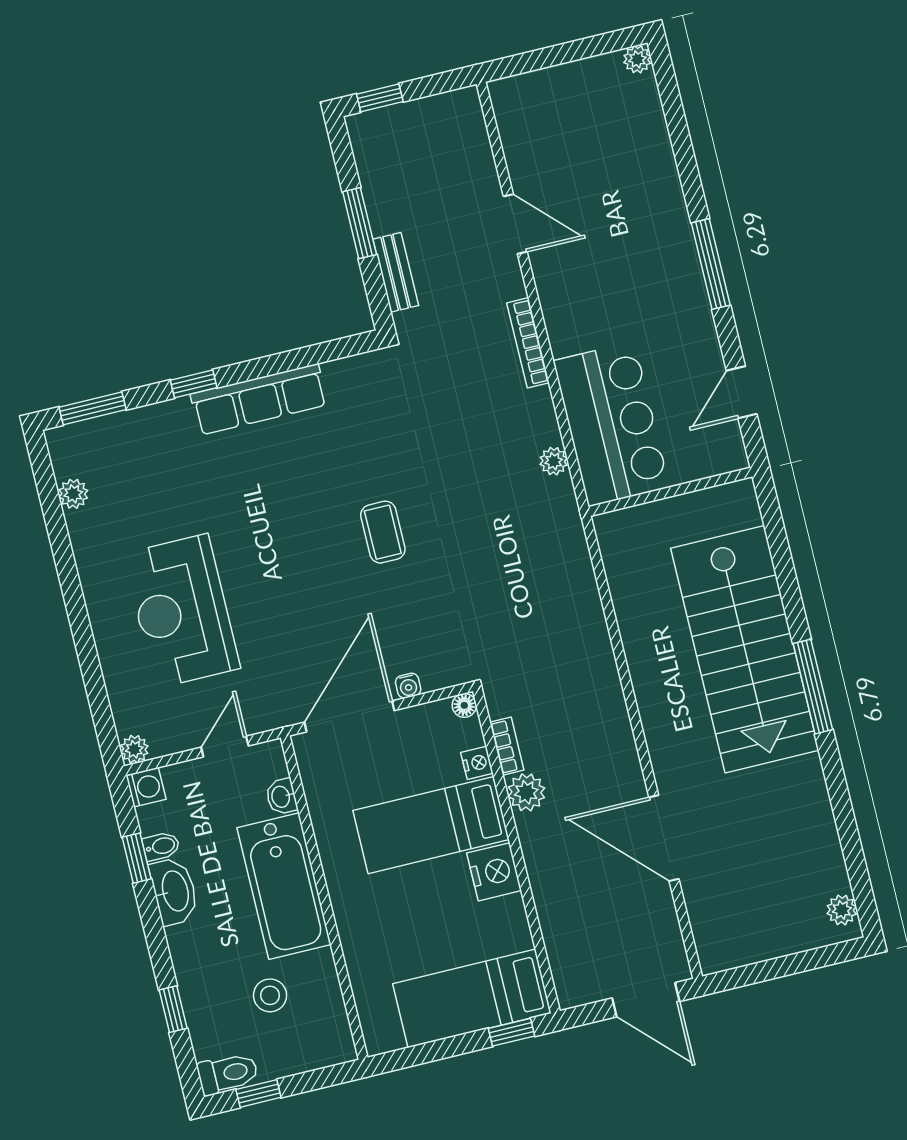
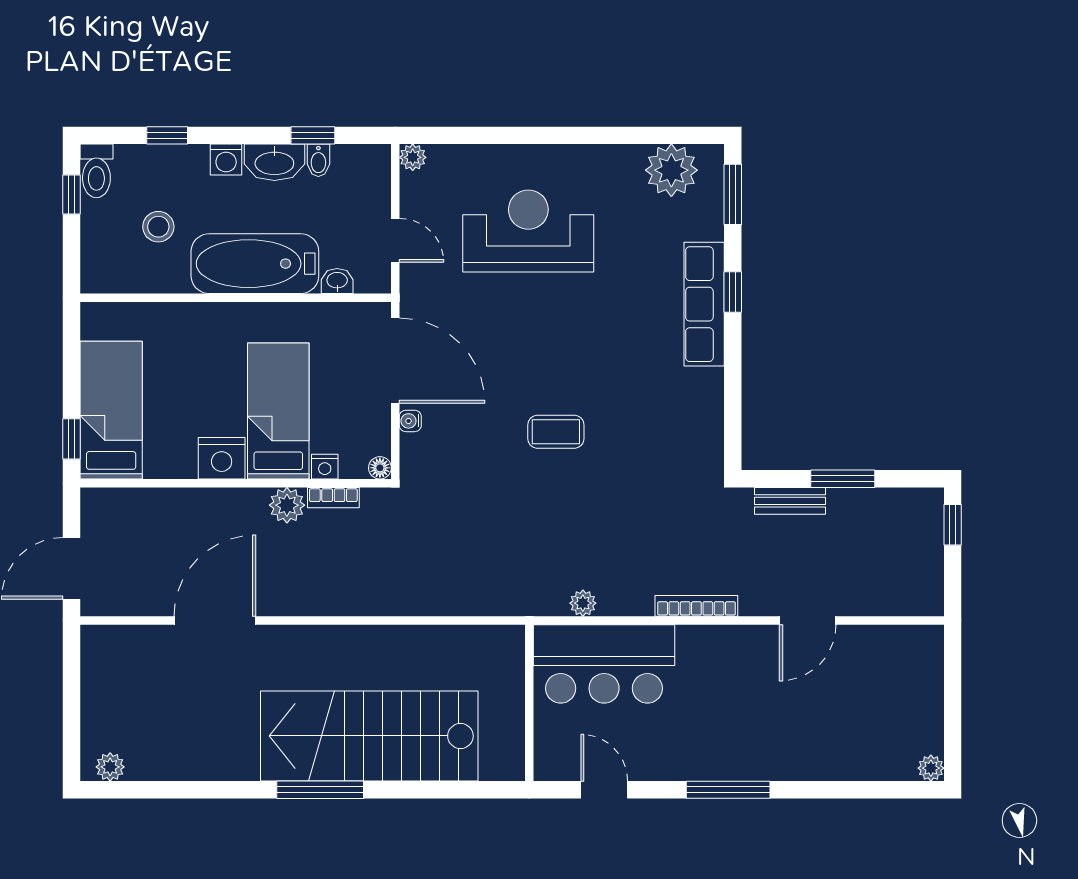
row of seats: (259, 399) -> (704, 304), moved
plant: (73, 494) -> (671, 170), width x1.87, depth x1.87
washing machine: (146, 787) -> (226, 160), moved

